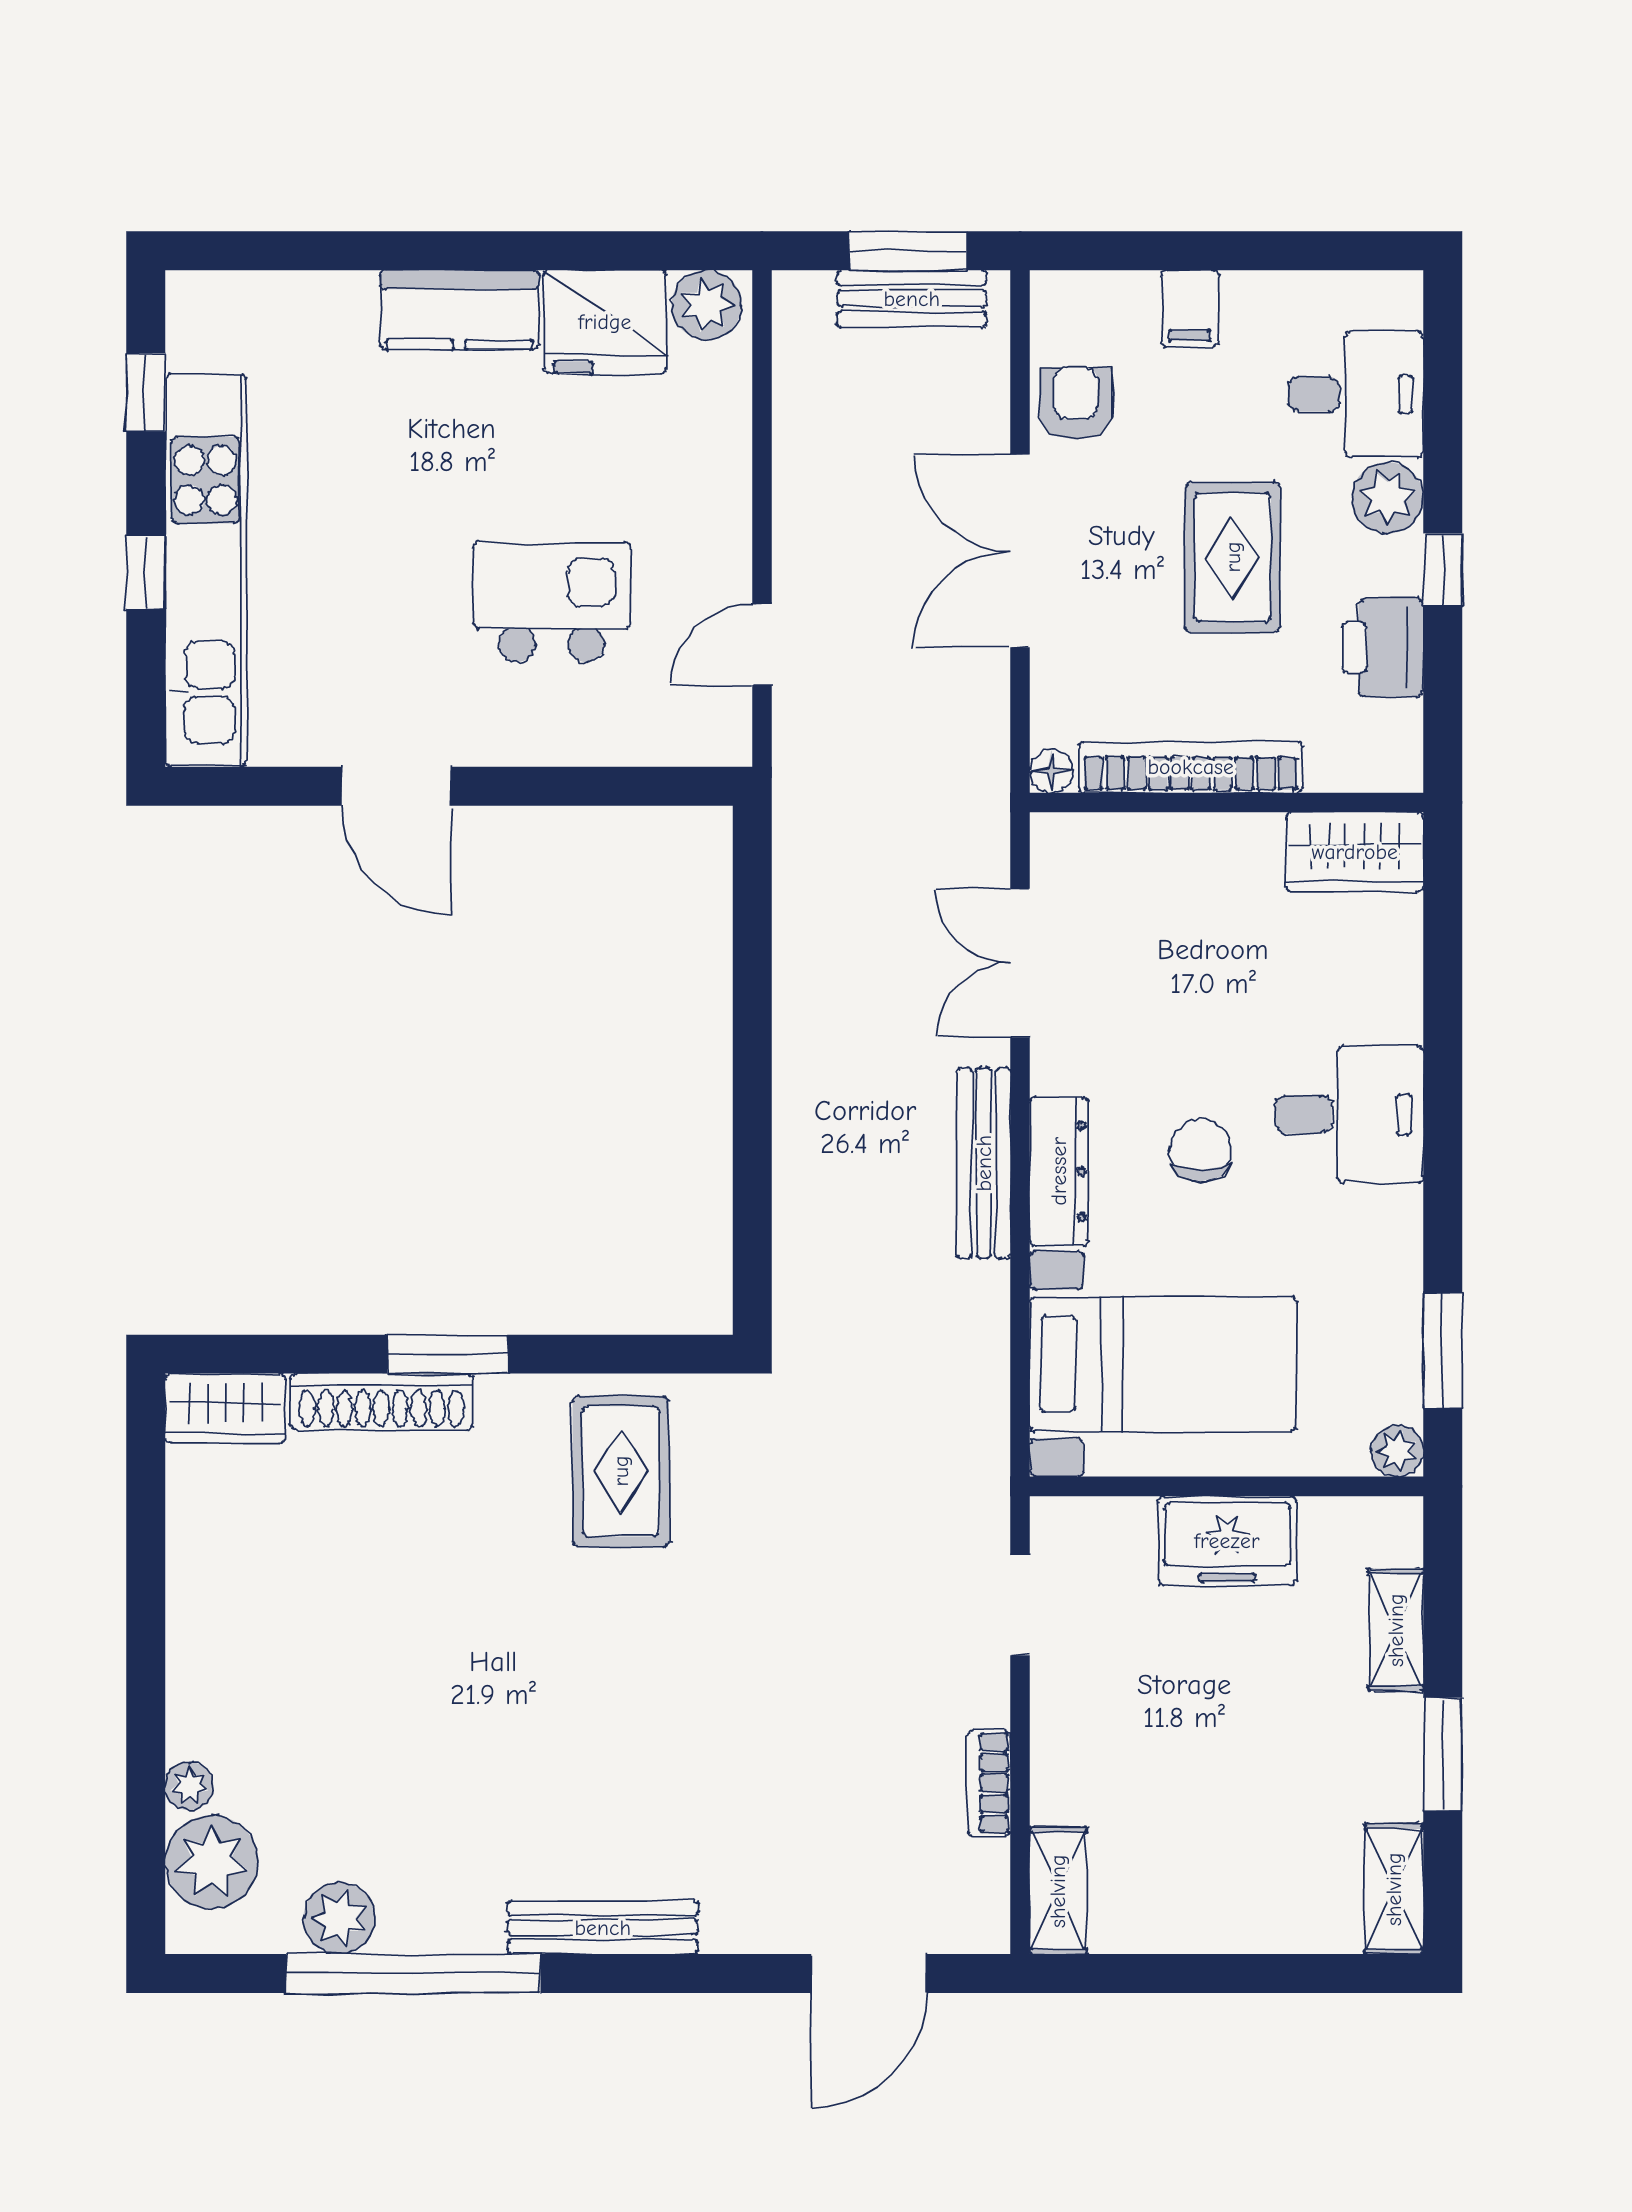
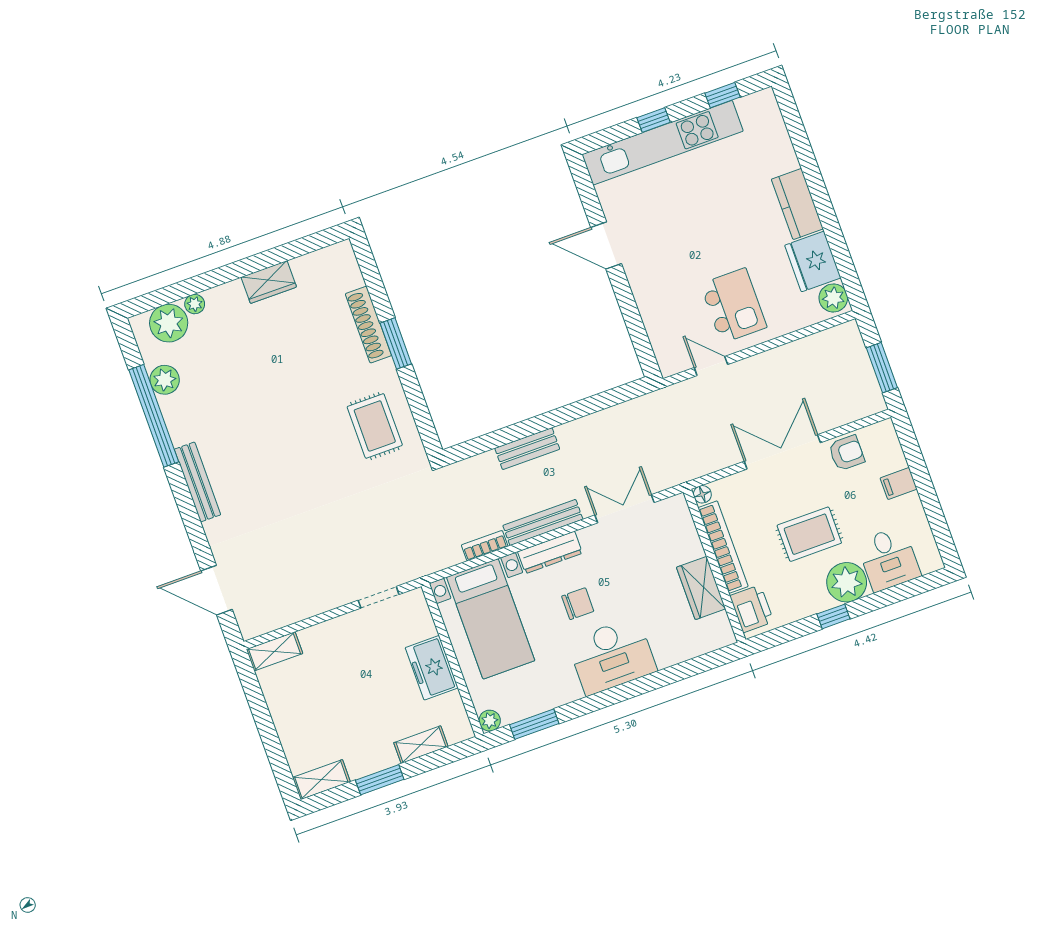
bench: (912, 299) -> (527, 449), moved, turned 90
plant: (1388, 498) -> (847, 582), width x1.36, depth x1.36
kitchen island: (552, 602) -> (734, 306), moved
printer: (1383, 647) -> (752, 609), moved, turned 90
door: (396, 786) -> (606, 246), hinge flipped
wardrobe: (1355, 852) -> (701, 588), moved
desk: (1349, 1114) -> (612, 656), width x1.37
wardrobe: (225, 1408) -> (269, 282), moved, turned -90
rug: (621, 1471) -> (375, 426), turned 90
bookcase: (989, 1783) -> (485, 546), moved

